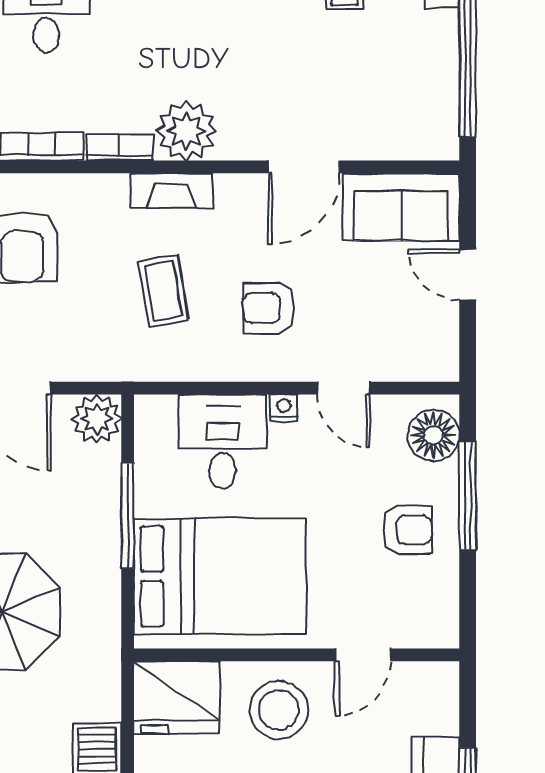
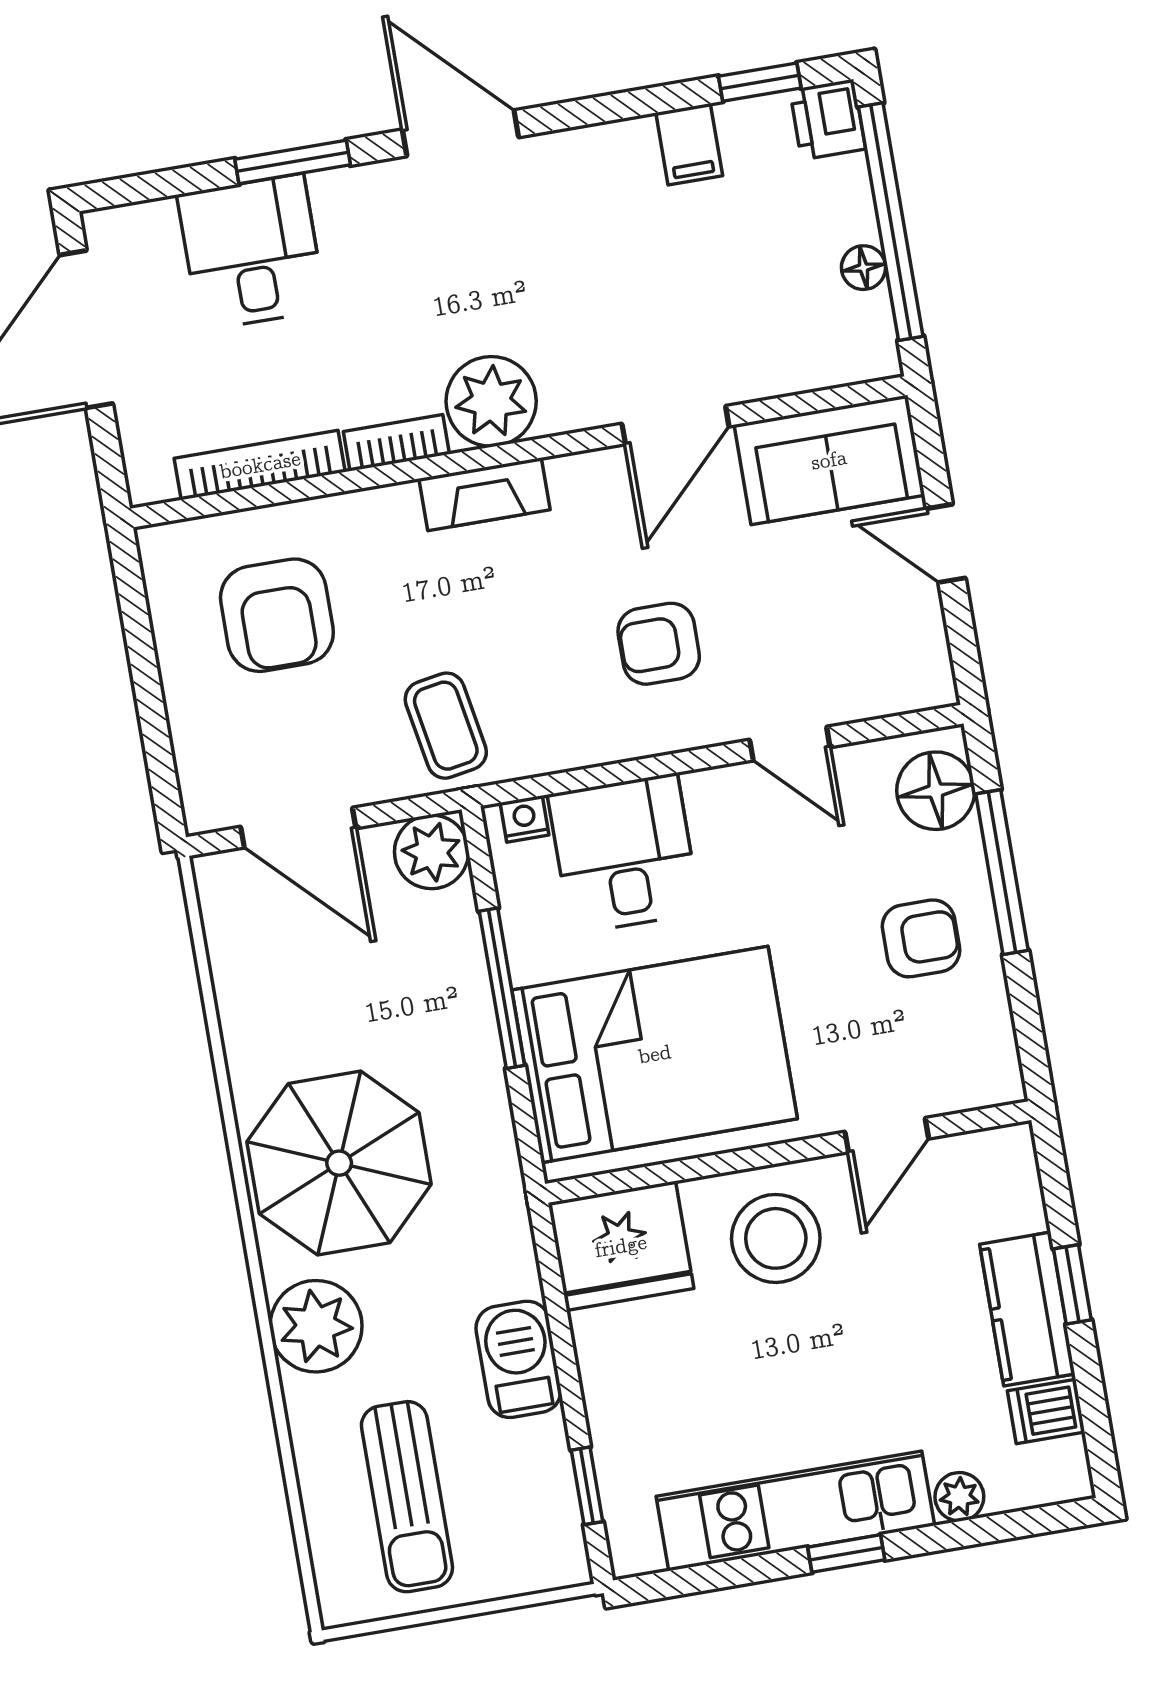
floor lamp: (445, 85) -> (863, 268), added
coffee table: (163, 291) -> (446, 726), moved
nightstand: (284, 408) -> (525, 819), moved

